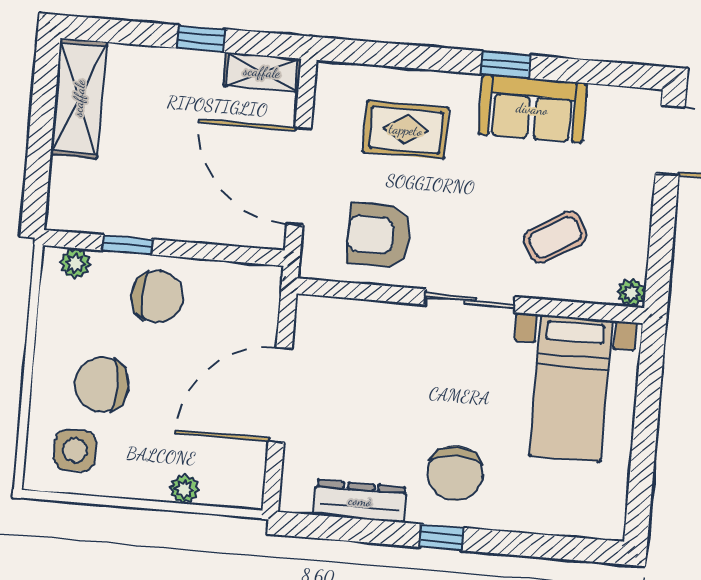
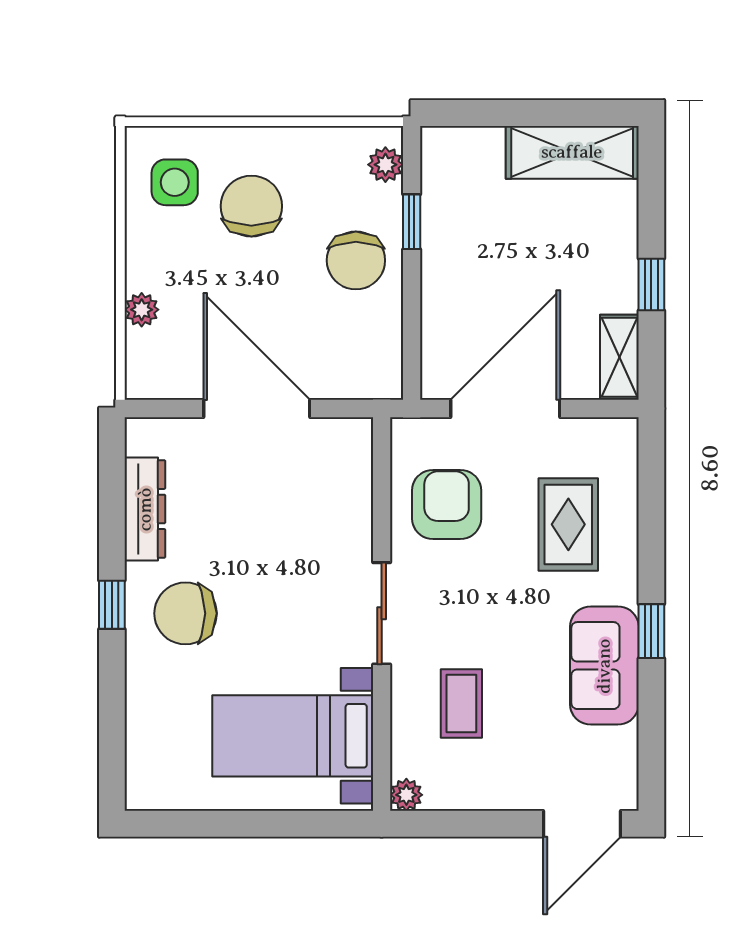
coffee table: (555, 237) -> (461, 703), turned 31

